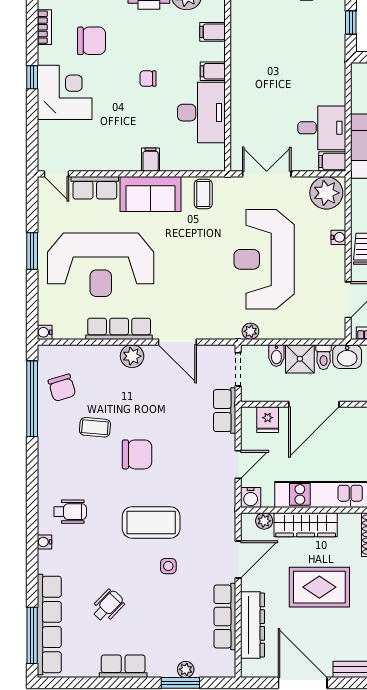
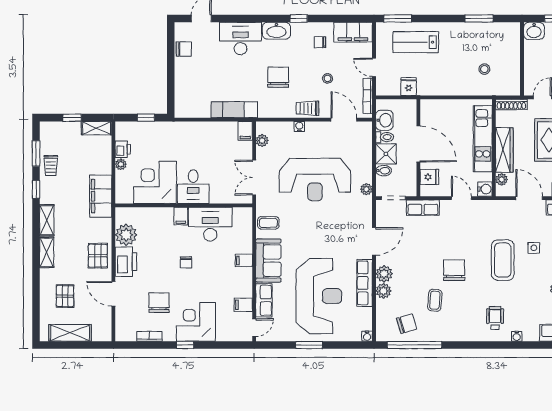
filing cabinet: (213, 32) -> (243, 305), moved, turned 90
corner desk: (260, 35) -> (155, 182), added
desk: (322, 128) -> (193, 187), moved, turned 180
plant: (326, 193) -> (262, 141), width x0.53, depth x0.53
plant: (108, 355) -> (383, 291), added

